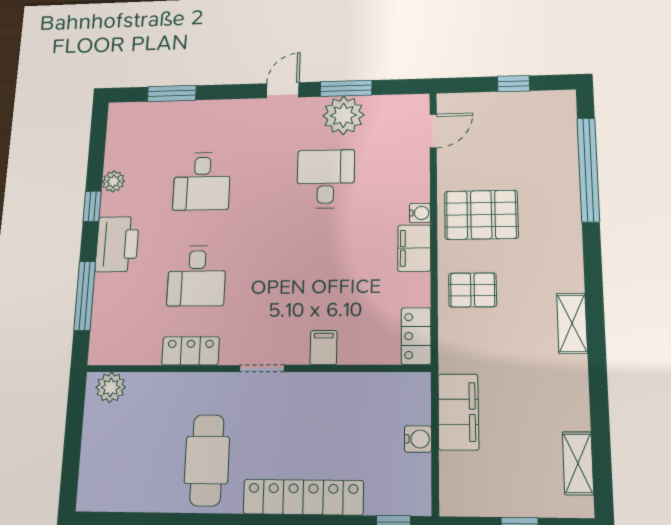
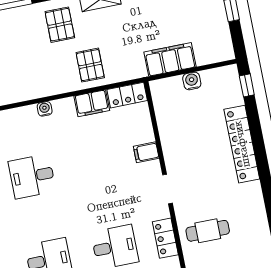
pallet: (481, 215) -> (60, 25), moved, width x0.67, depth x0.71
filing cabinet: (414, 248) -> (92, 103), moved
cafe table: (207, 460) -> (208, 231), moved, width x0.73, depth x0.74

